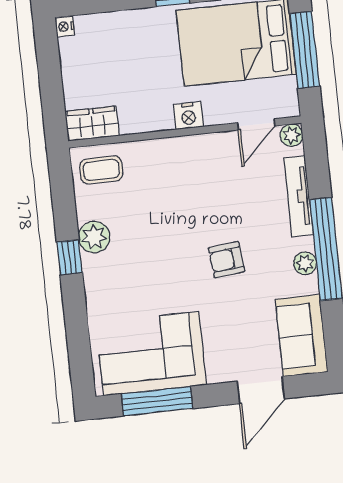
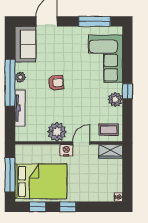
door: (256, 124) -> (81, 143), moved
plant: (292, 135) -> (57, 132), moved, width x1.88, depth x1.88
corner sofa: (151, 354) -> (105, 59), moved, turned 90

